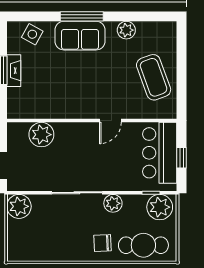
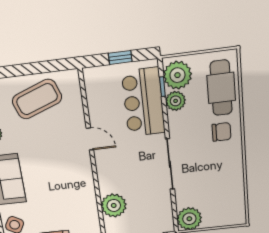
bar counter: (160, 153) -> (143, 102), moved, turned 90
plant: (113, 203) -> (176, 101), moved
chair: (102, 243) -> (222, 132), turned -88

